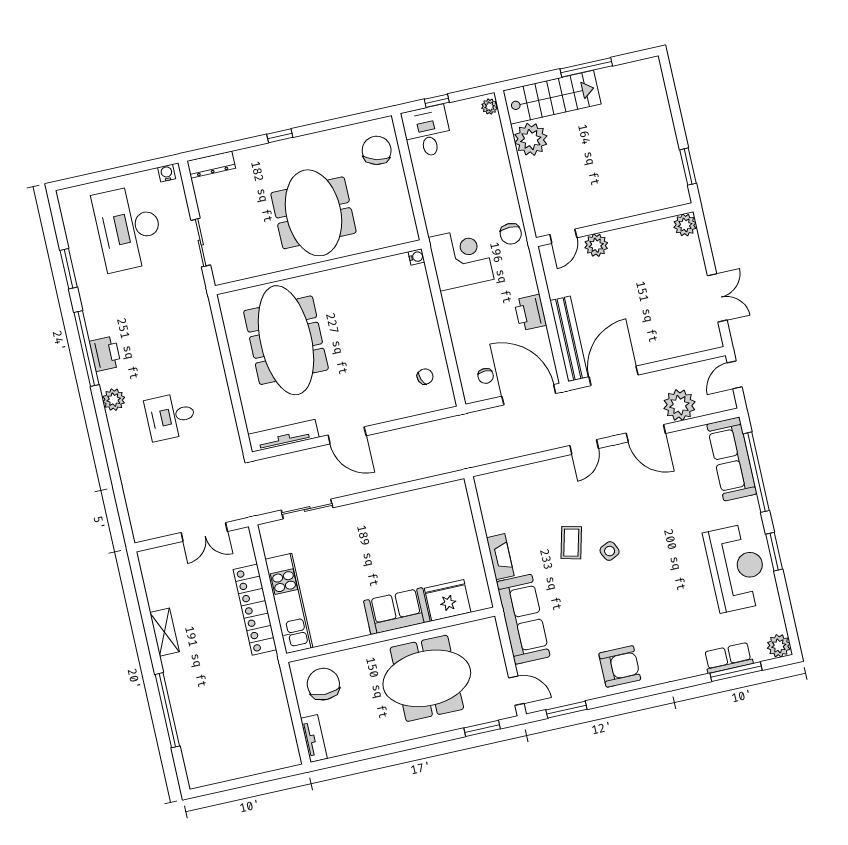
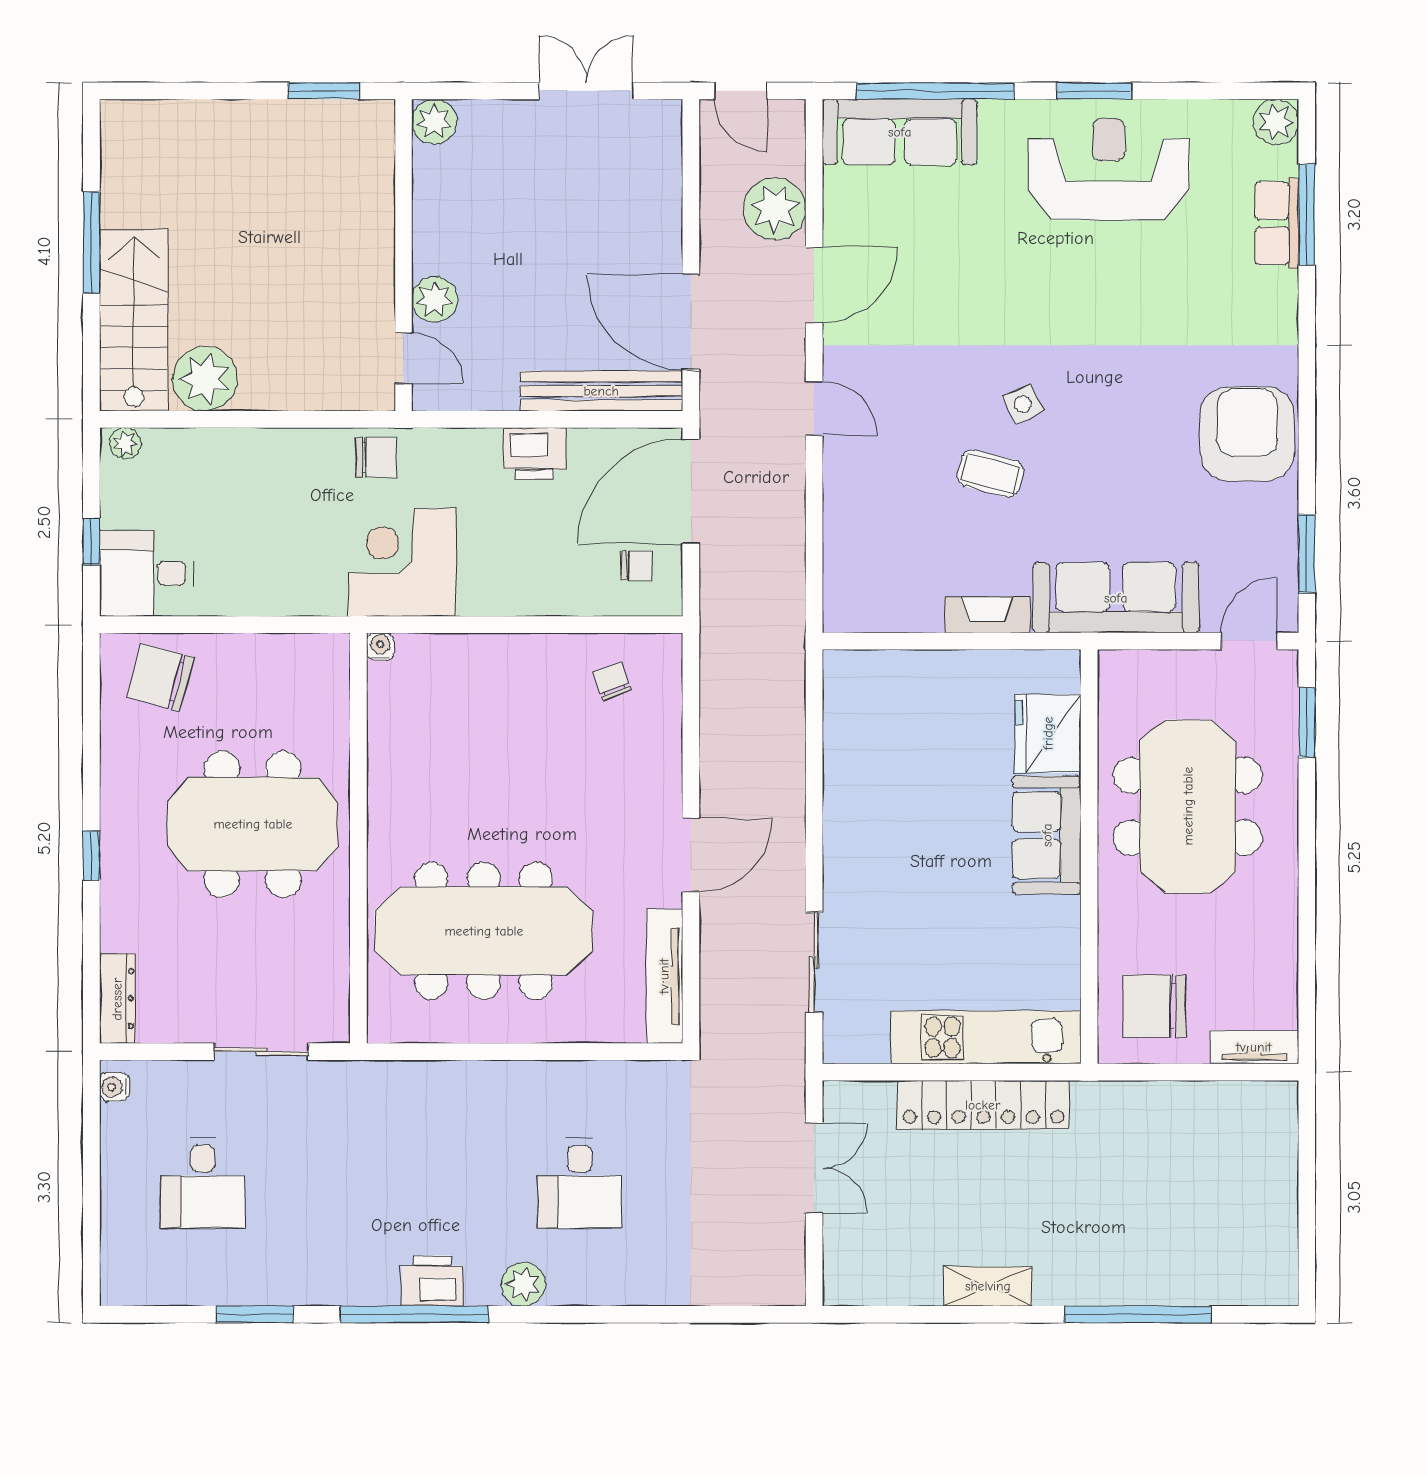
desk: (128, 228) -> (203, 1183), width x0.53, depth x0.77
armchair: (620, 666) -> (1247, 434), width x1.36, depth x1.36

